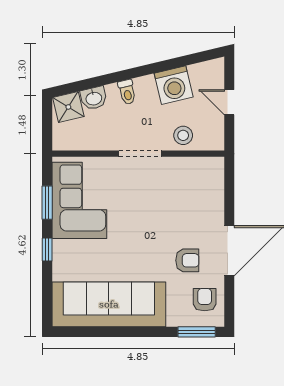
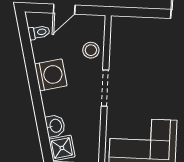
washing machine: (174, 85) -> (51, 75), moved
toilet: (127, 92) -> (39, 32), moved

